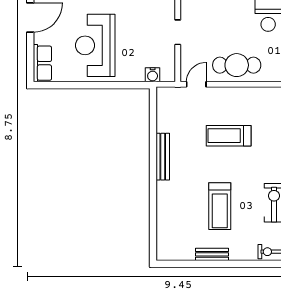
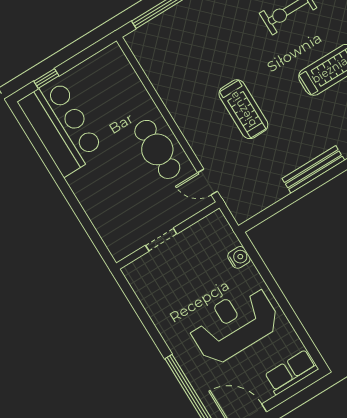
reception desk: (95, 45) -> (234, 324), turned 180
water cooler: (153, 75) -> (239, 257), moved

